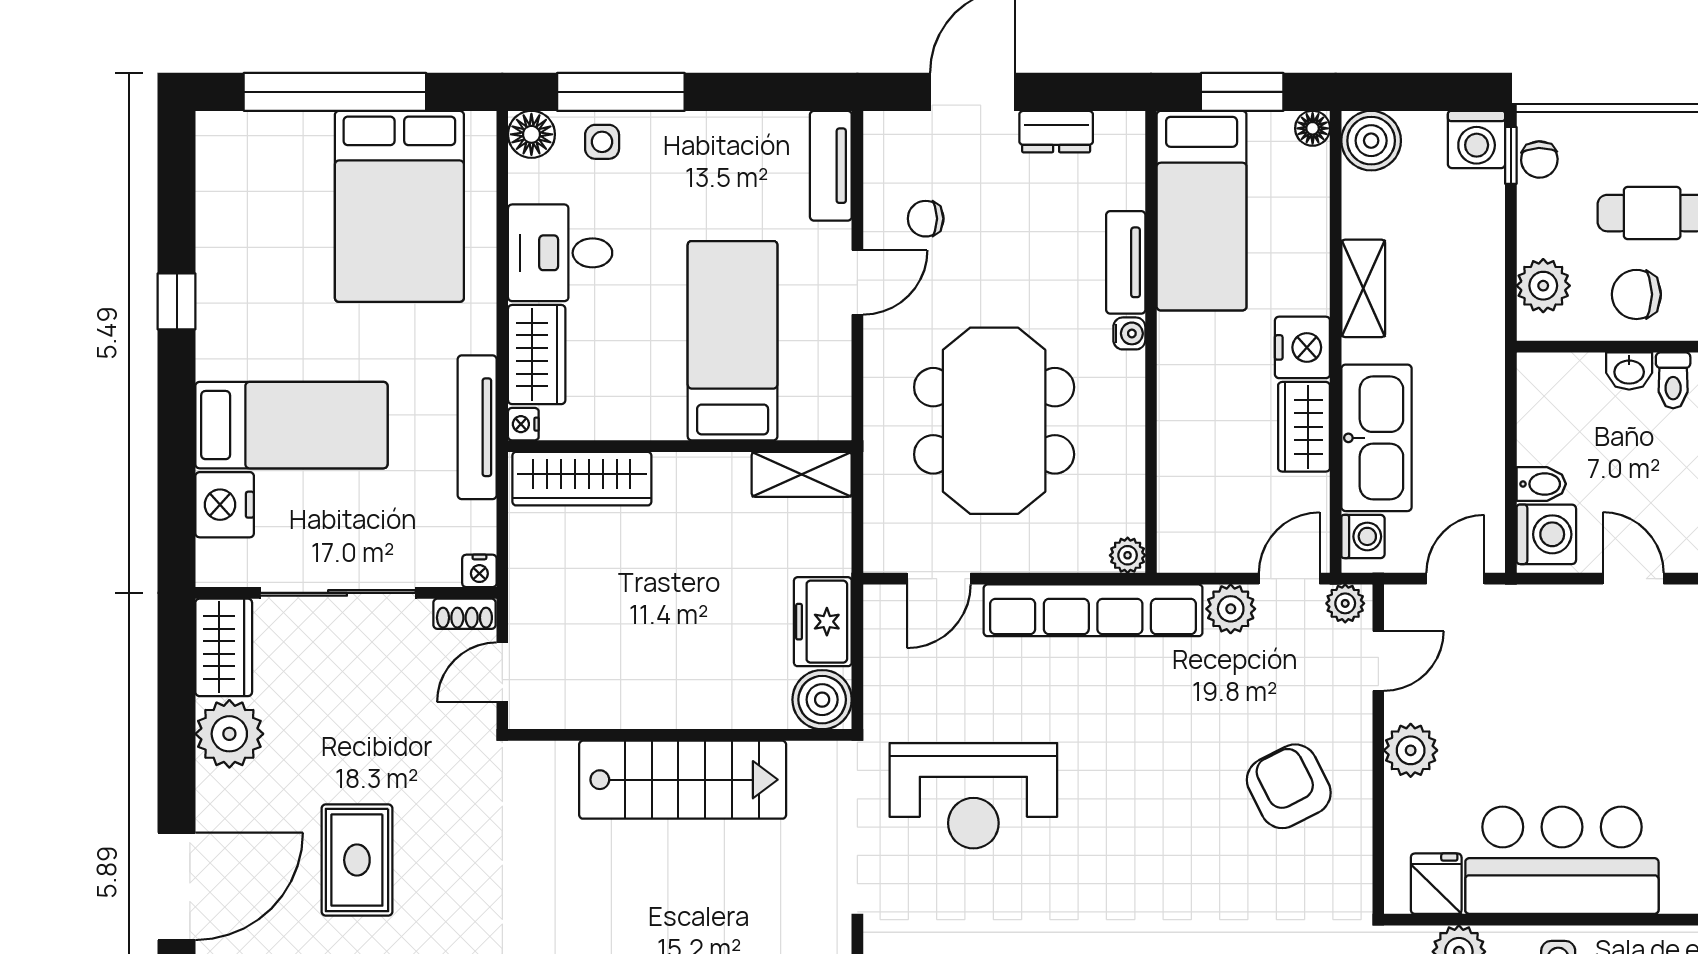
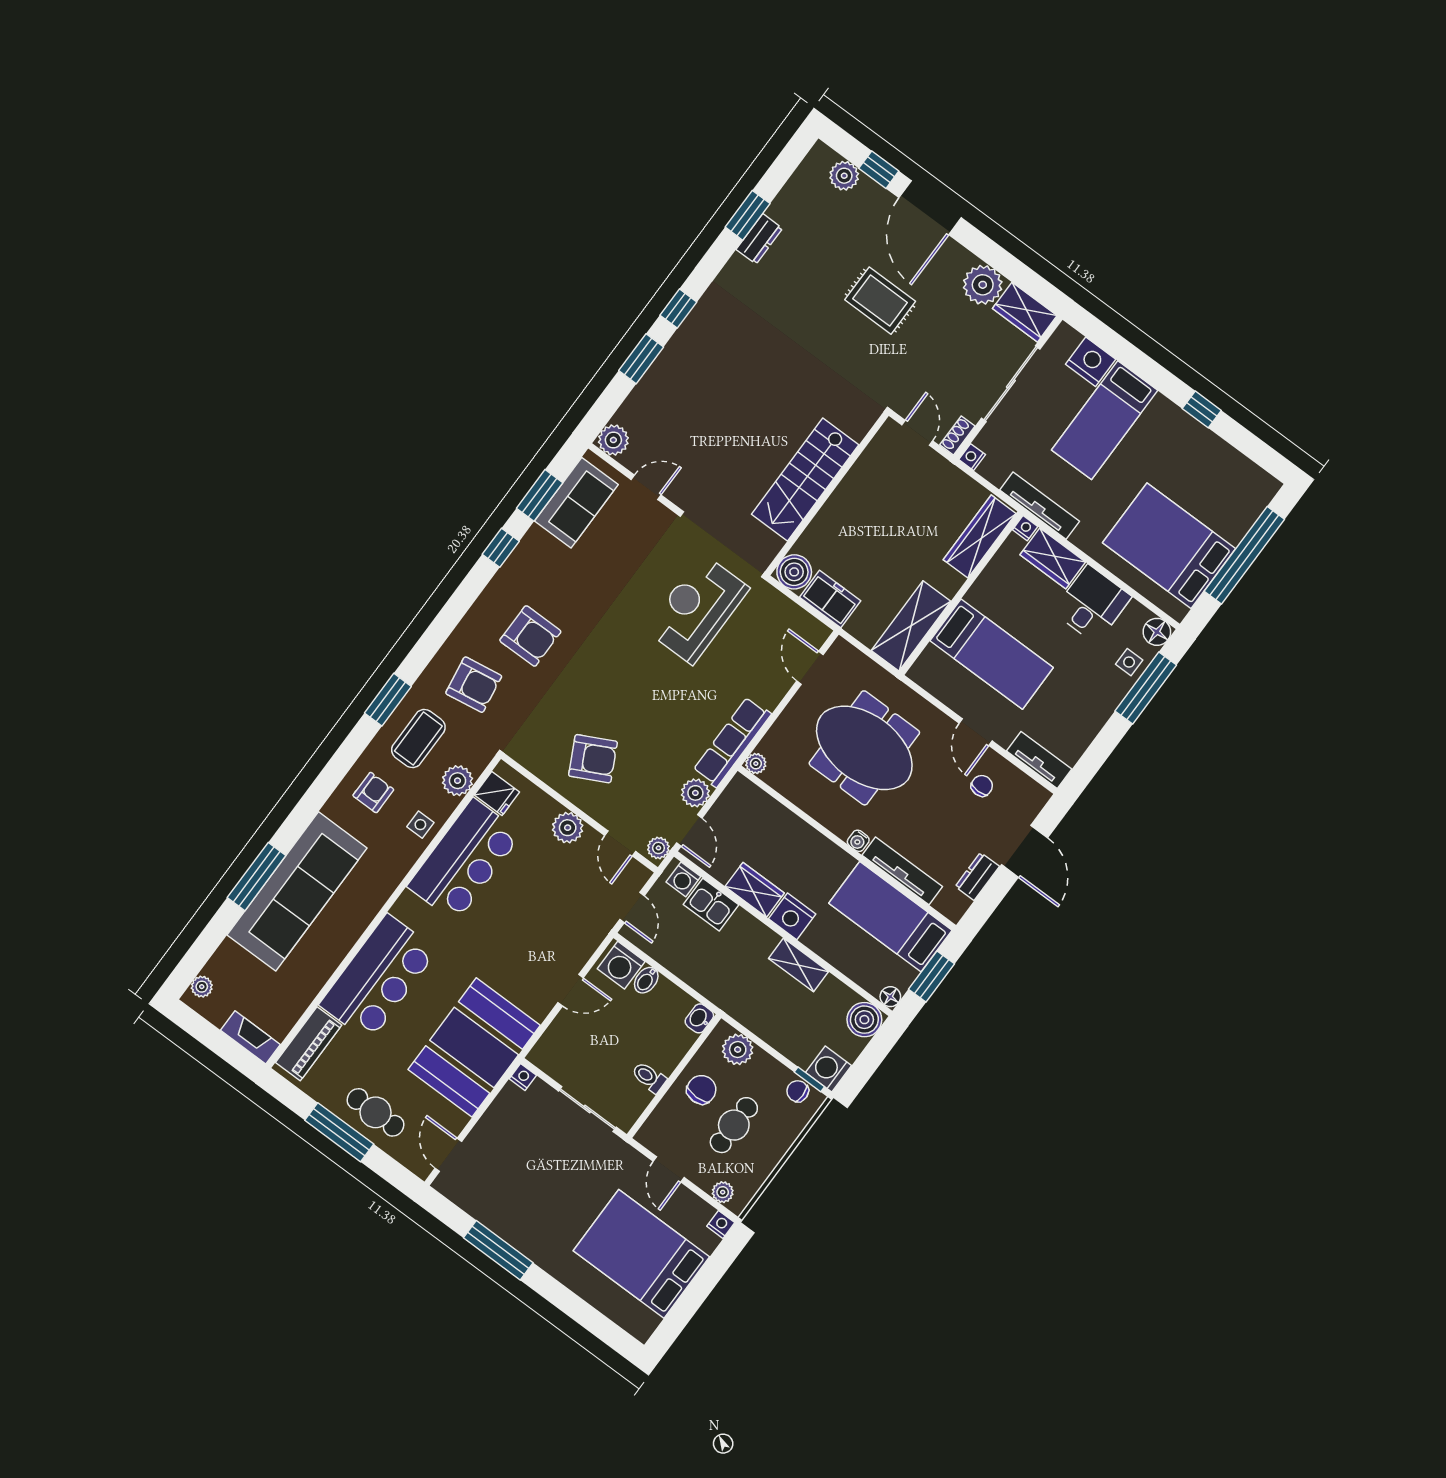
tv unit: (1126, 262) -> (902, 871), width x1.41
washbasin: (1629, 371) -> (699, 1018), moved
kitchen sink: (1376, 438) -> (711, 905), width x0.53, depth x0.81
shelving: (802, 474) -> (911, 626), width x1.50, depth x1.33
row of seats: (1093, 610) -> (732, 742), width x0.73

